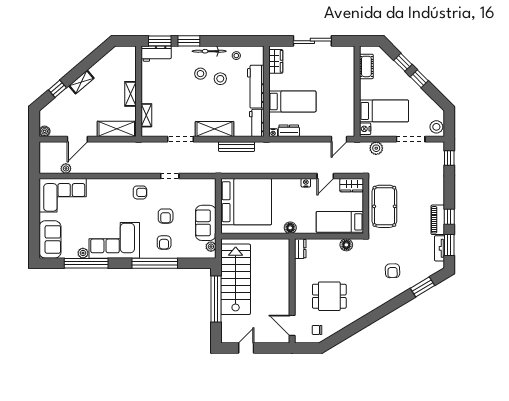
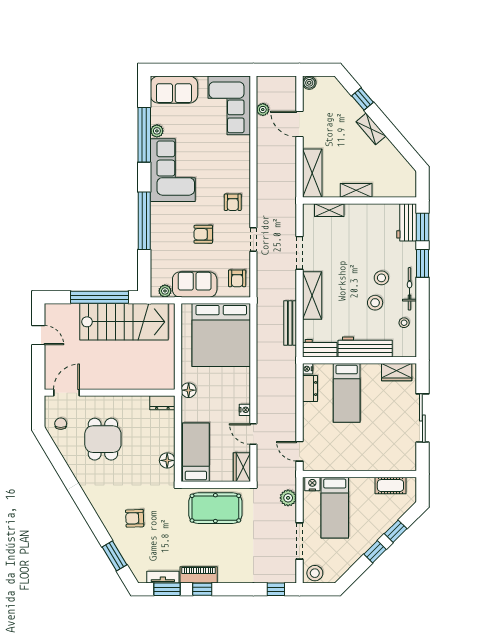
armchair: (164, 243) -> (237, 278), moved, turned -90

